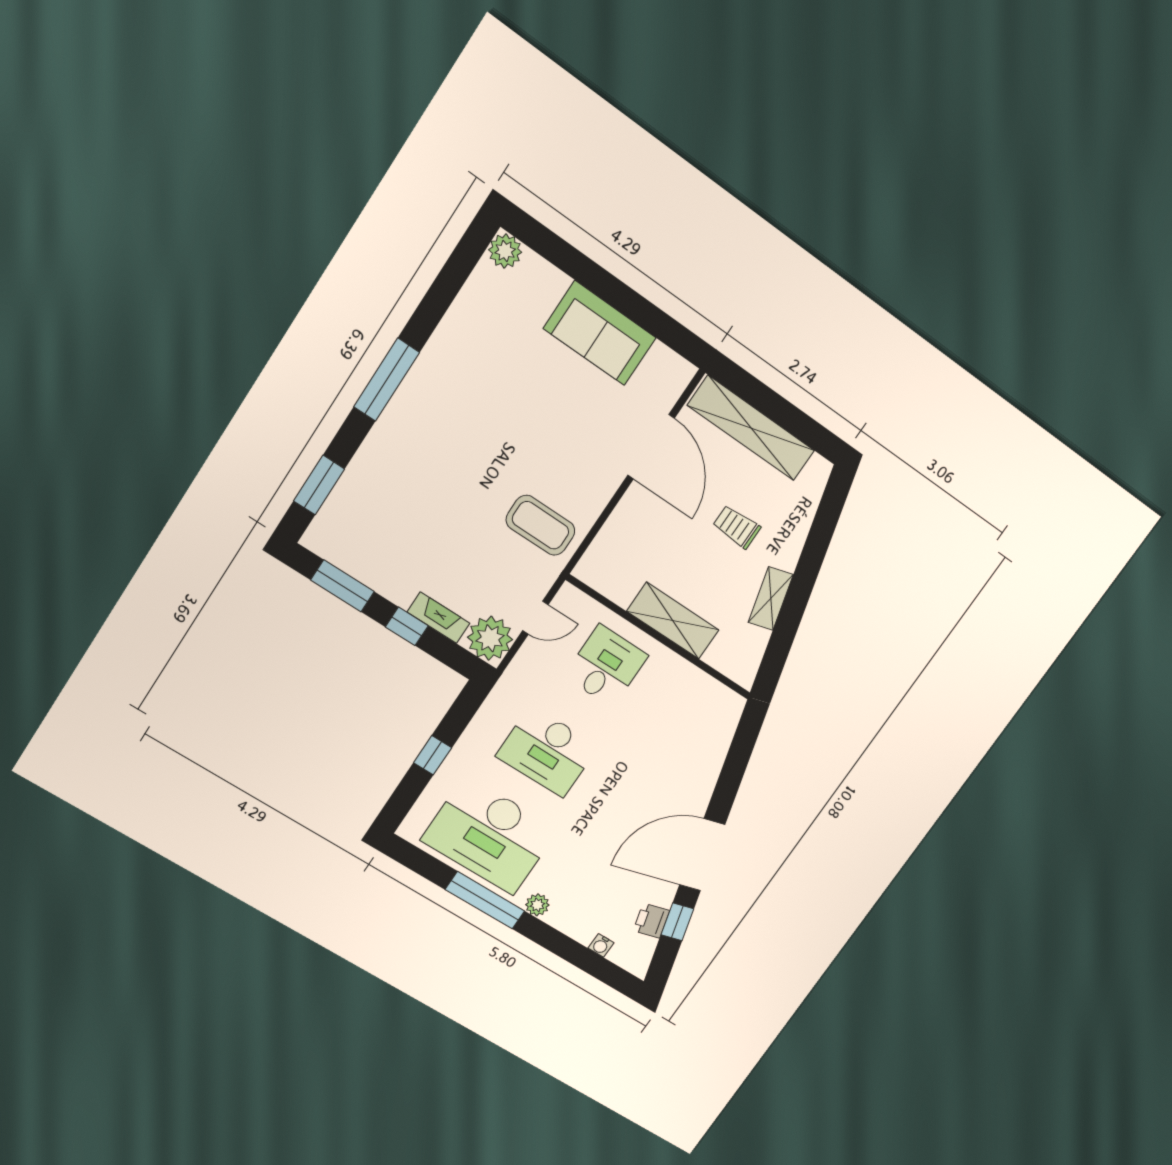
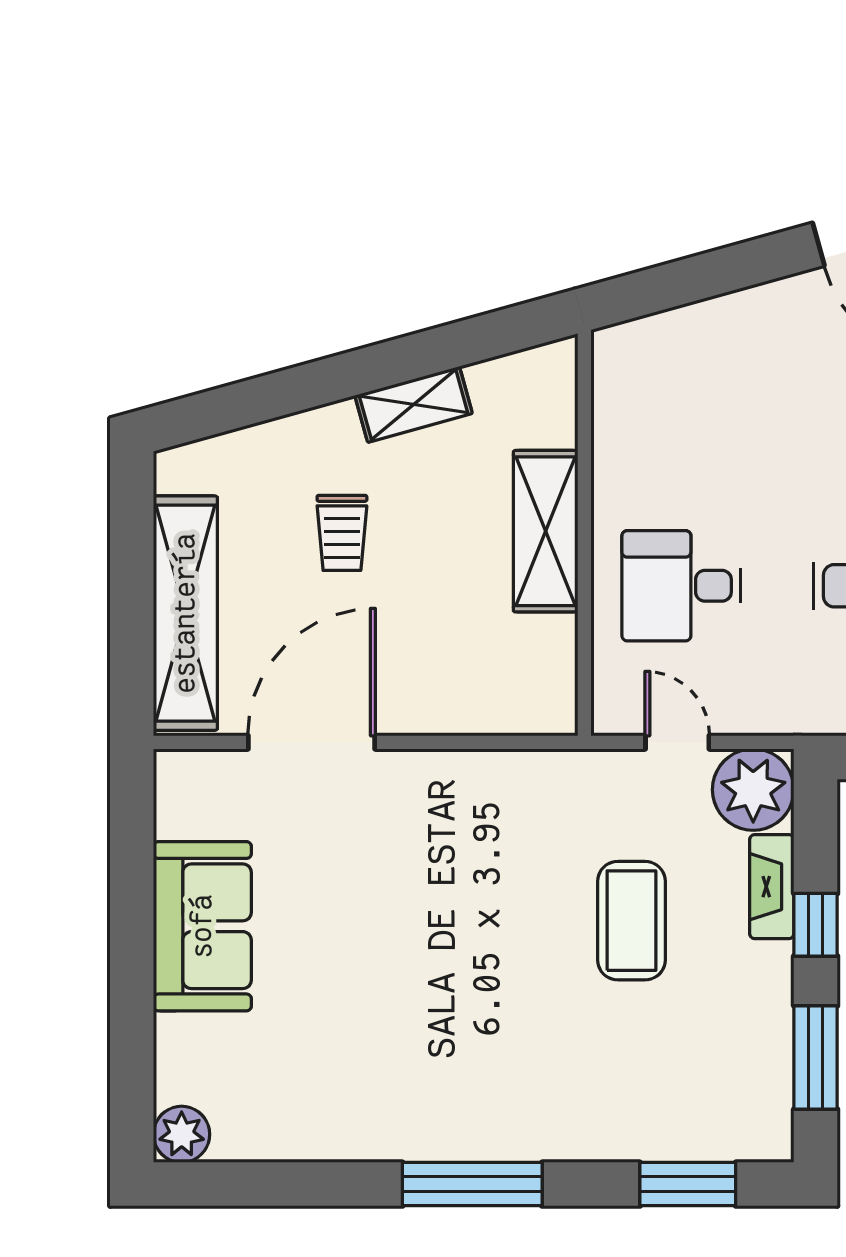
coffee table: (540, 525) -> (631, 921), moved

